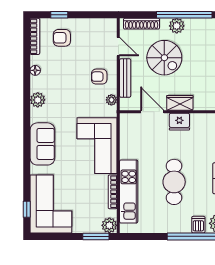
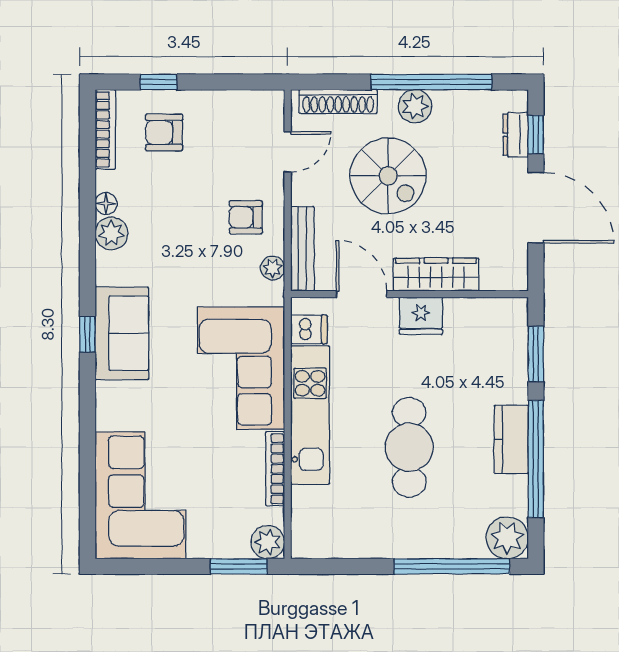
door: (118, 47) -> (288, 152), hinge flipped
bench: (125, 78) -> (302, 249), moved
plant: (38, 100) -> (111, 233), moved
wardrobe: (180, 103) -> (436, 275), width x1.50
sofa: (42, 144) -> (122, 333), moved
kitchen unit: (129, 191) -> (310, 415), moved
window: (27, 209) -> (87, 334), moved
dishwasher: (198, 225) -> (309, 329), moved, turned 90

